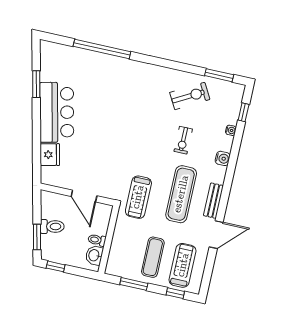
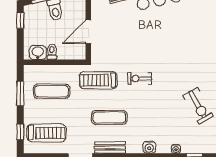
exercise bike: (183, 140) -> (140, 79), moved
exercise mat: (181, 194) -> (109, 117), width x0.73, depth x0.69
exercise mat: (153, 257) -> (52, 91), moved

